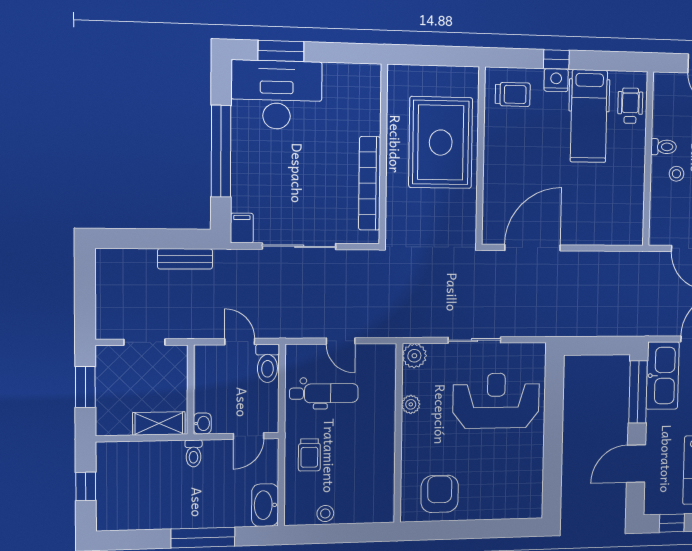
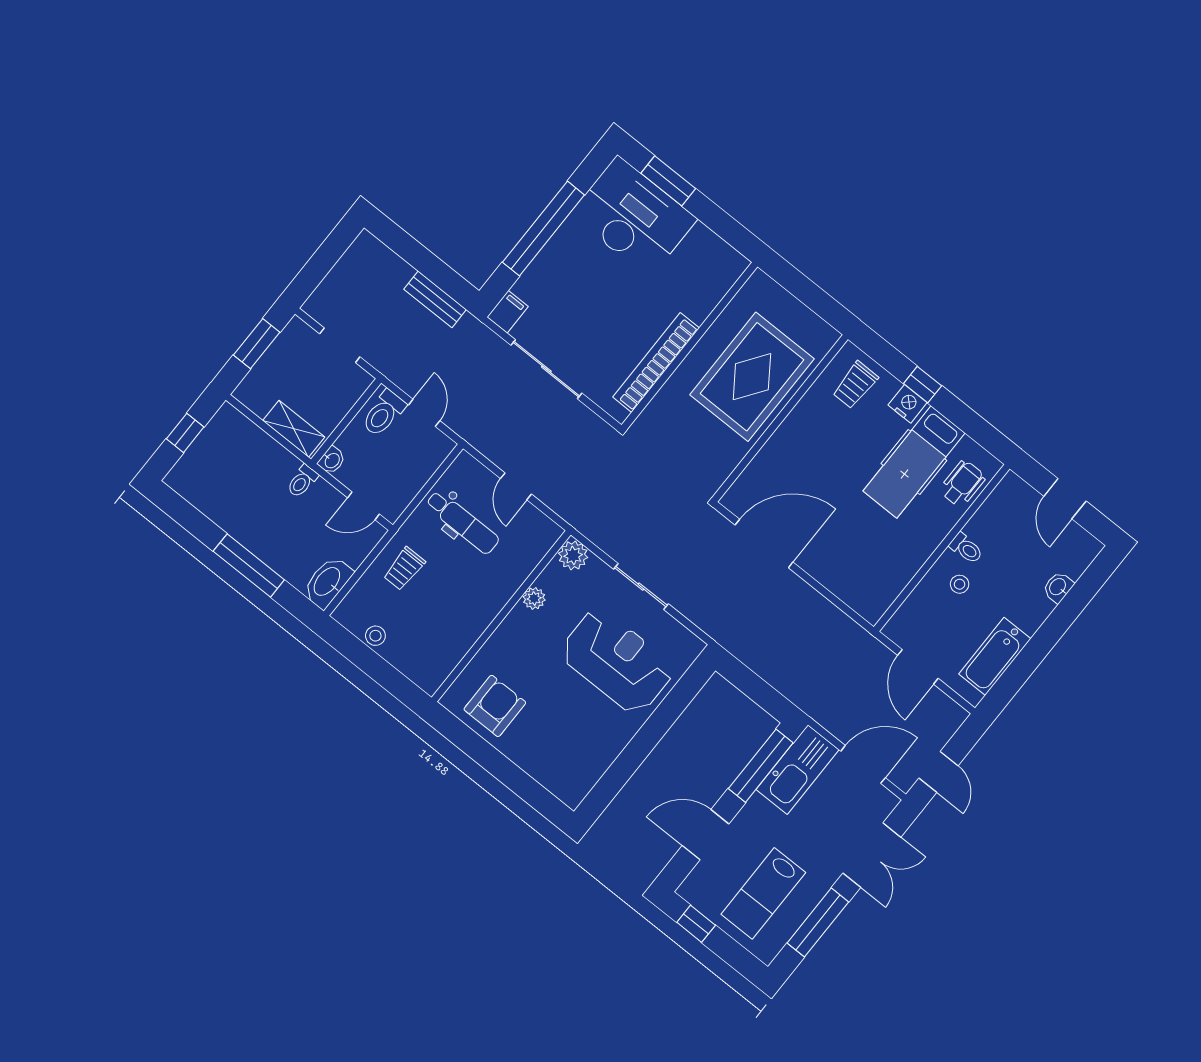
trolley: (513, 94) -> (855, 385), turned 90
toilet: (268, 363) -> (384, 413), moved

